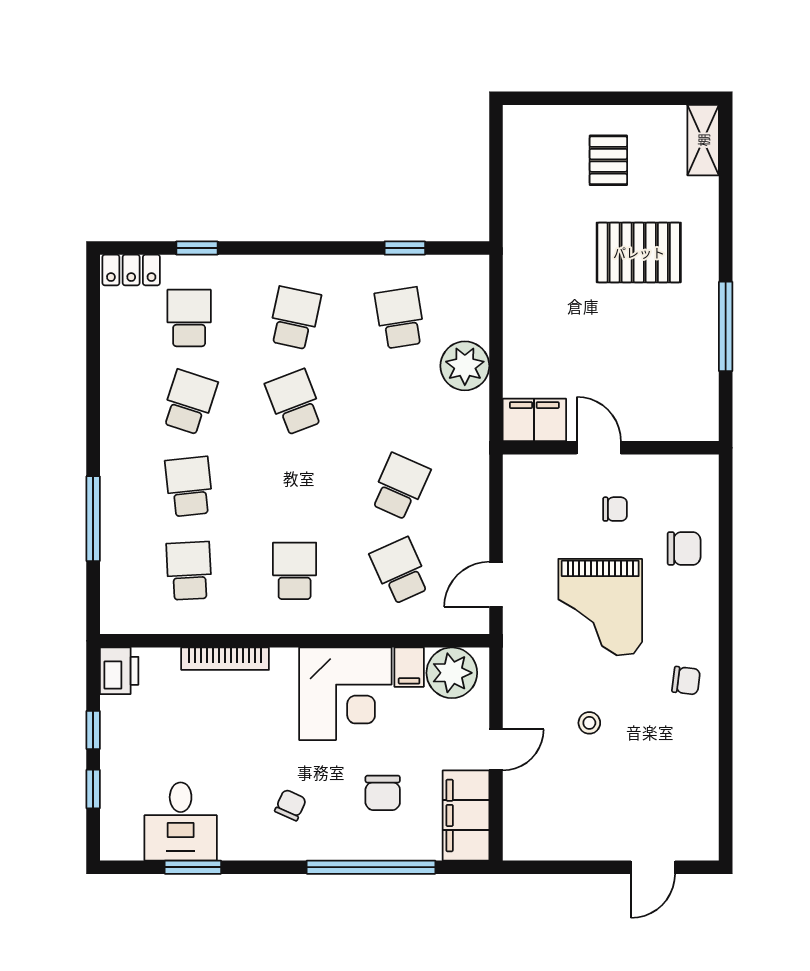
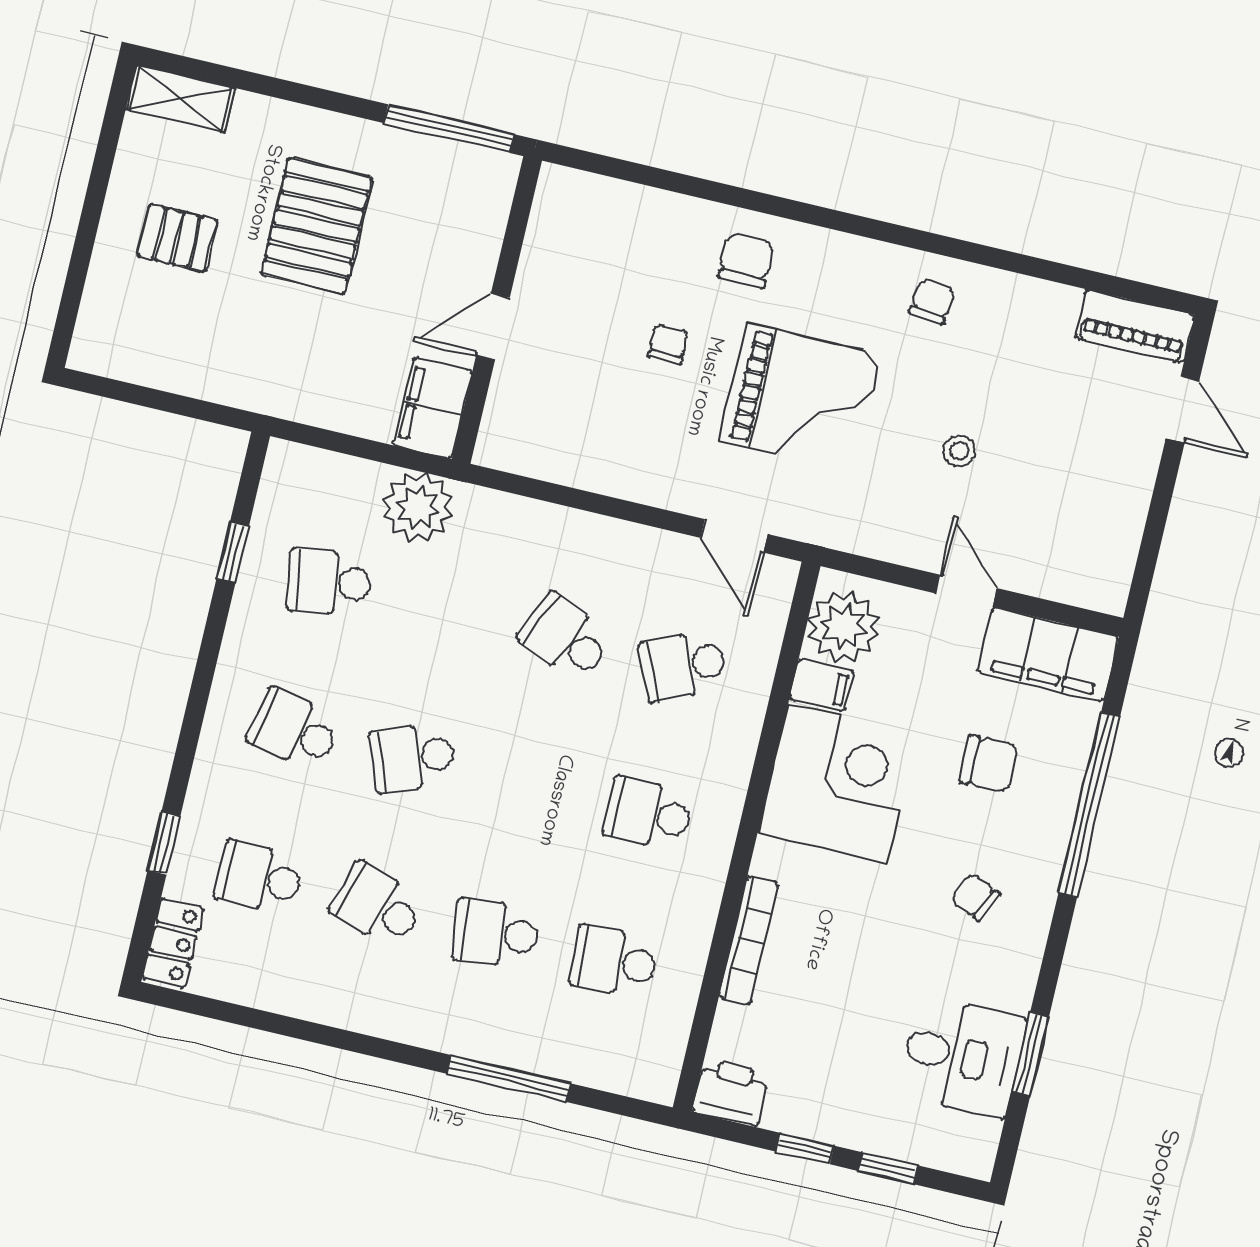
filing cabinet: (534, 420) -> (433, 408), moved
door: (599, 448) -> (493, 327), moved
wall: (611, 448) -> (497, 310), moved
piano: (702, 822) -> (1135, 326), added

